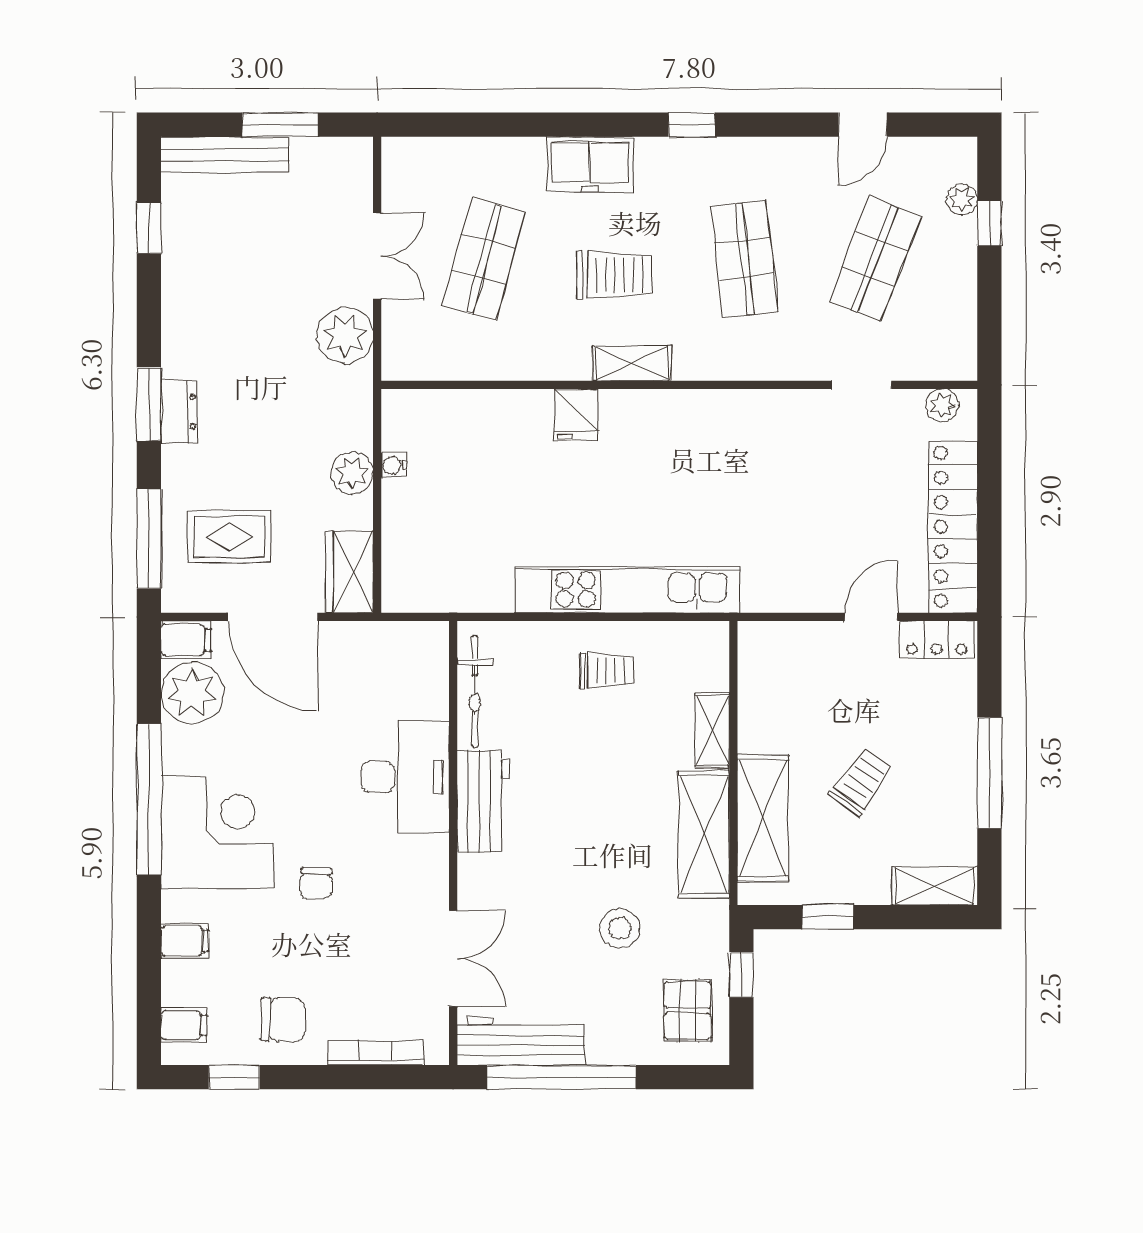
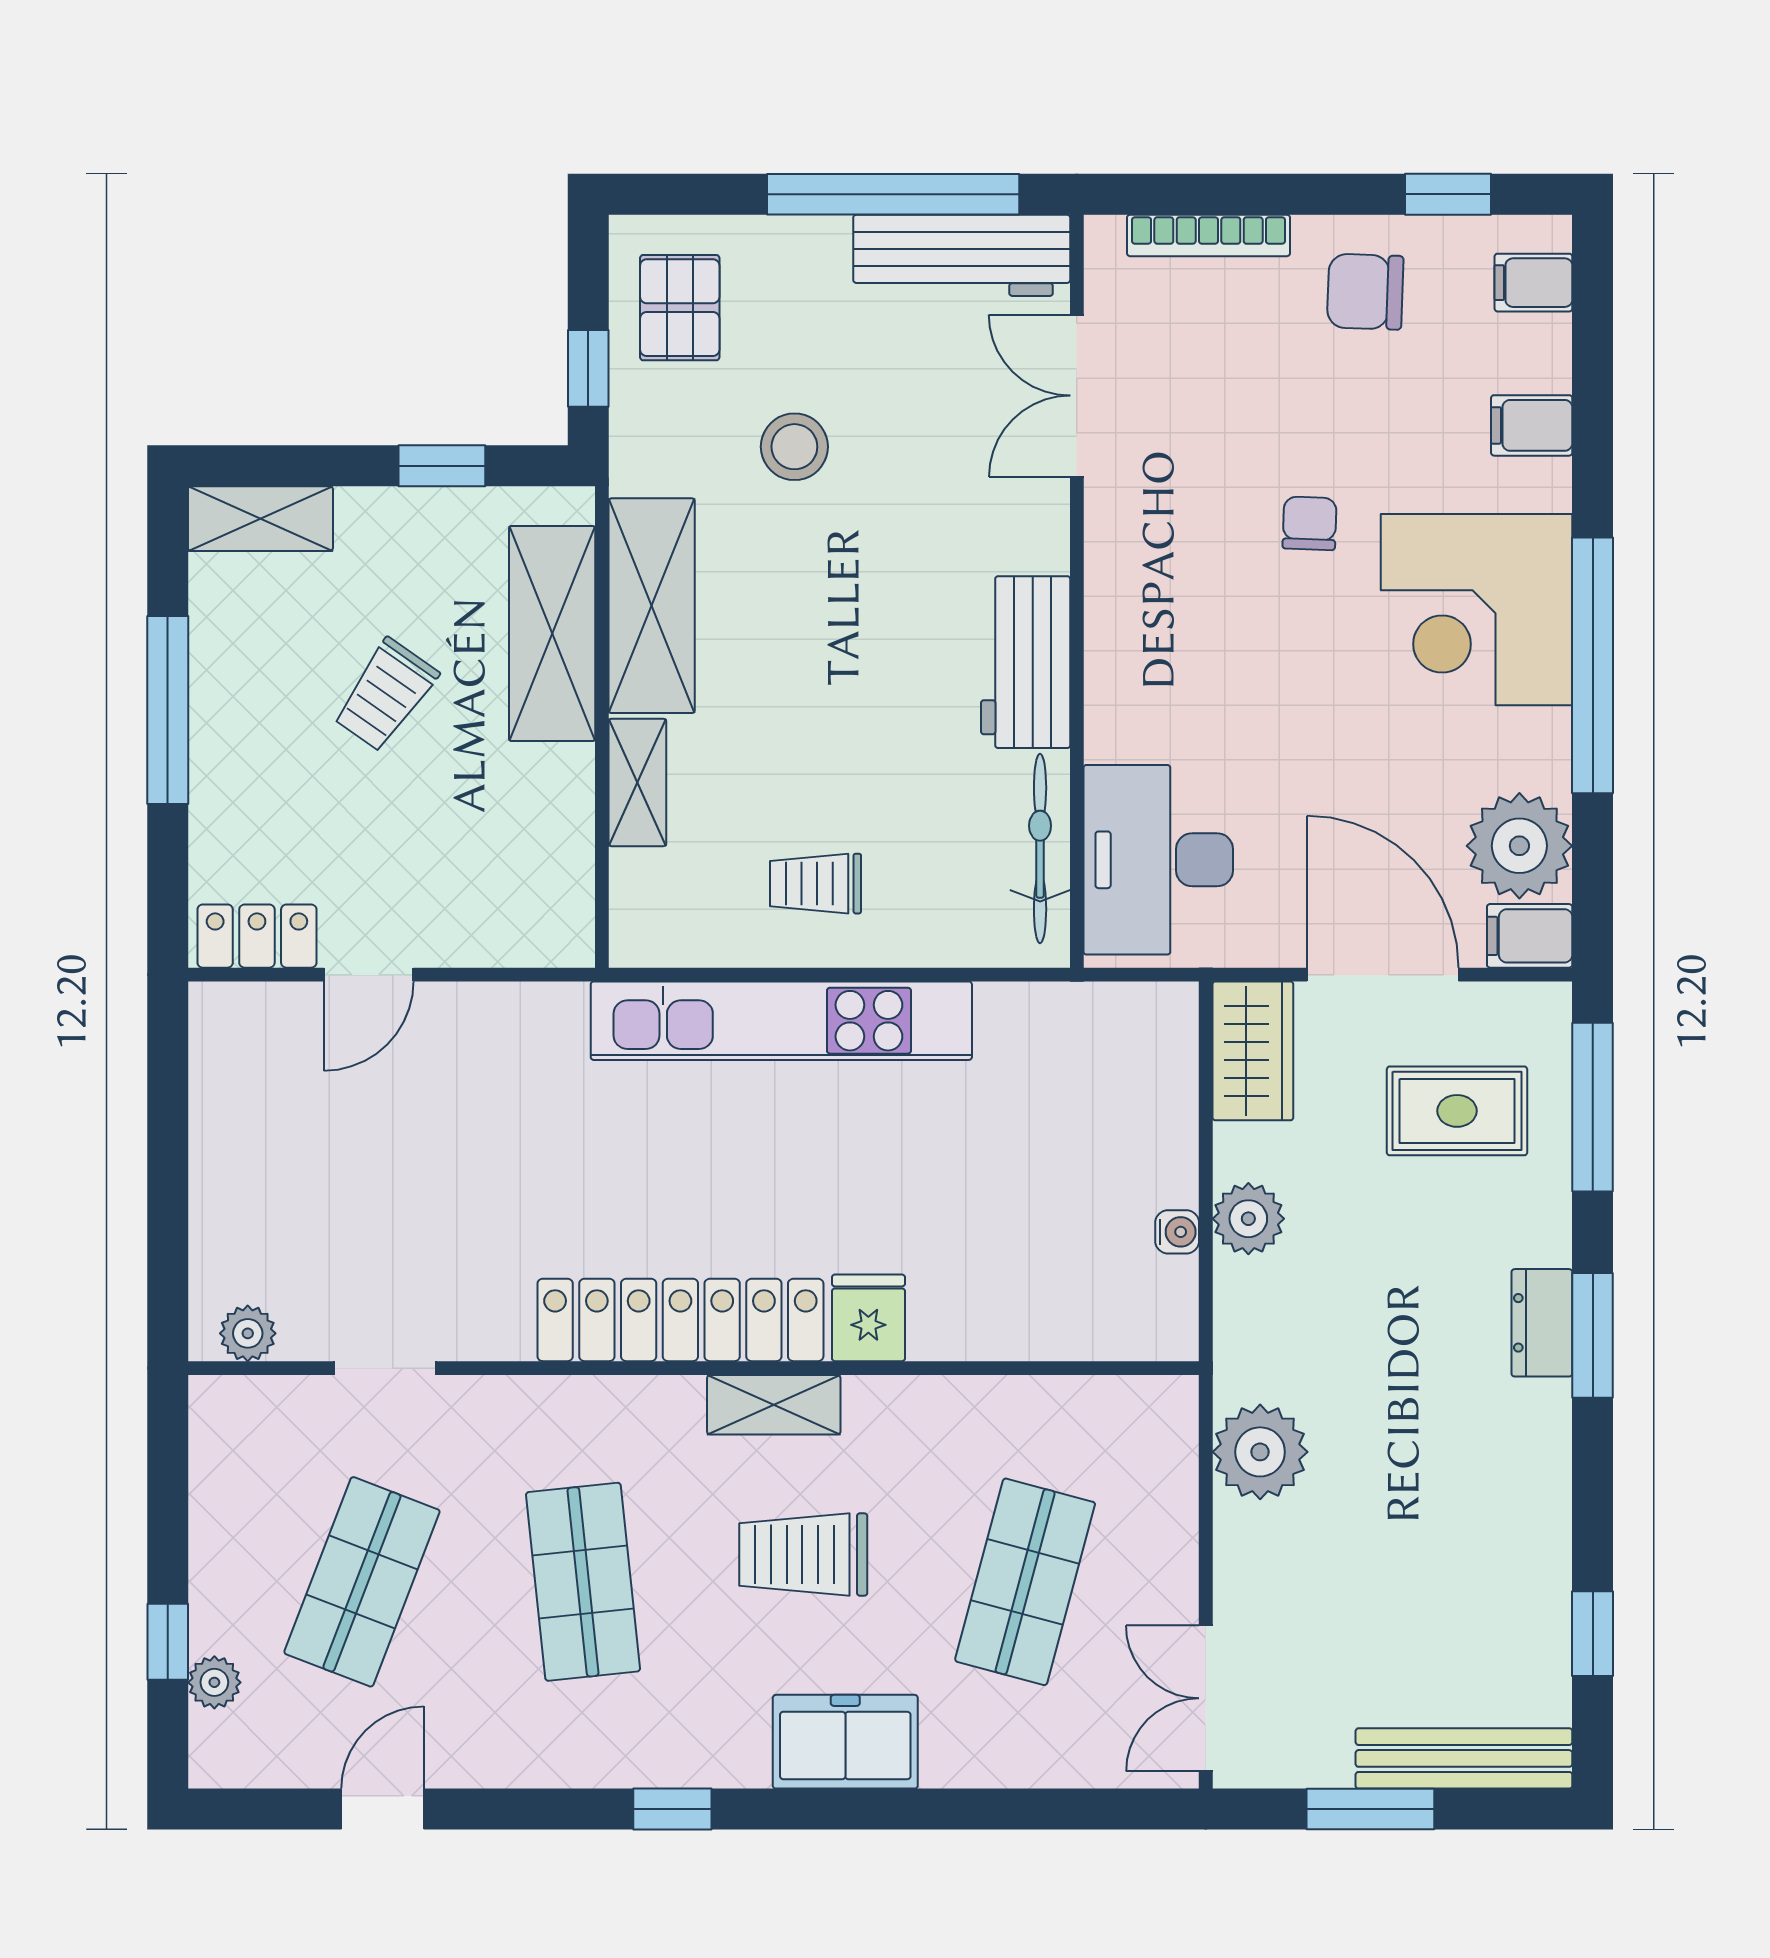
double door: (377, 256) -> (1206, 1698), moved
locker: (953, 527) -> (680, 1320), moved, turned -90
desk: (405, 777) -> (1158, 860), moved

